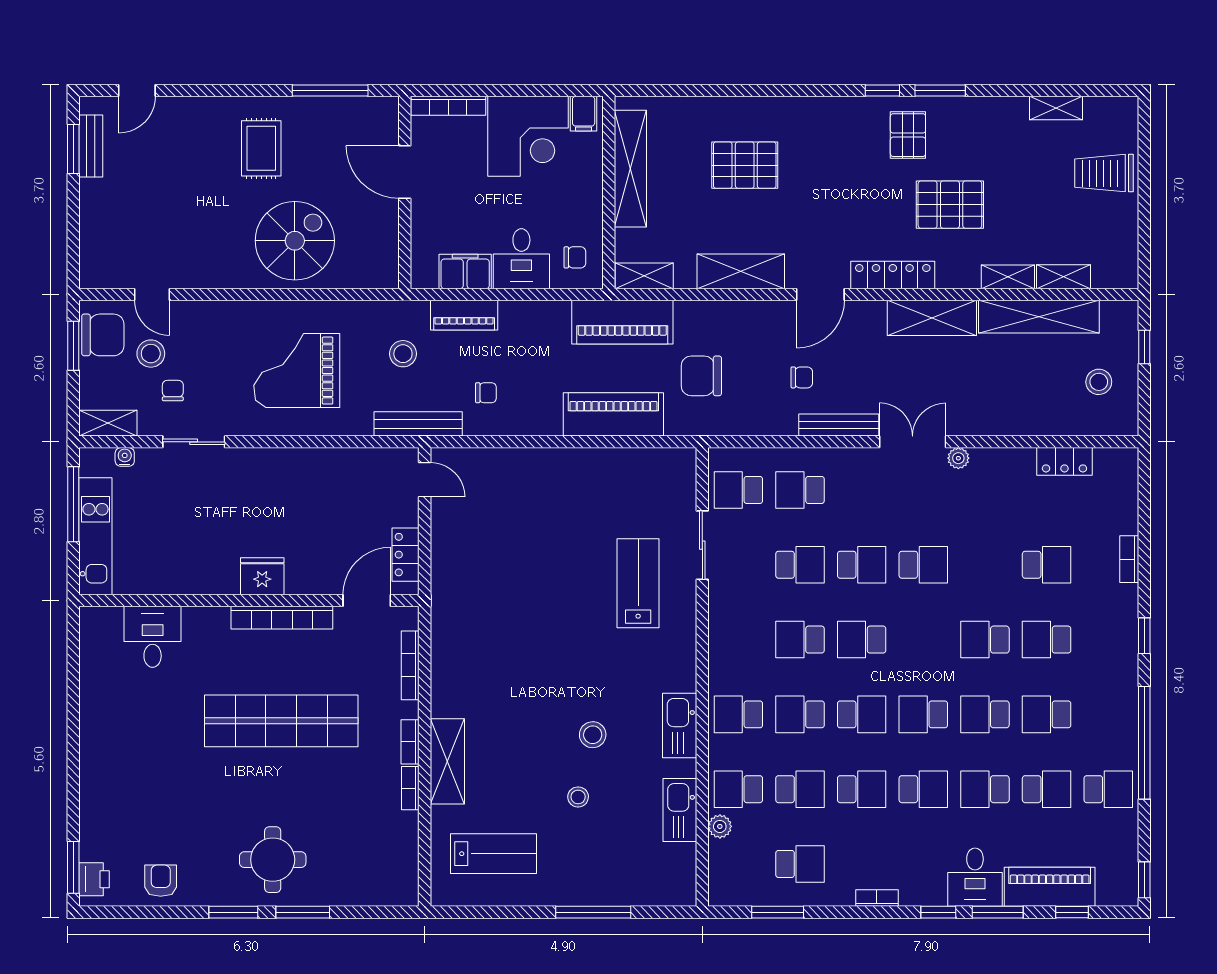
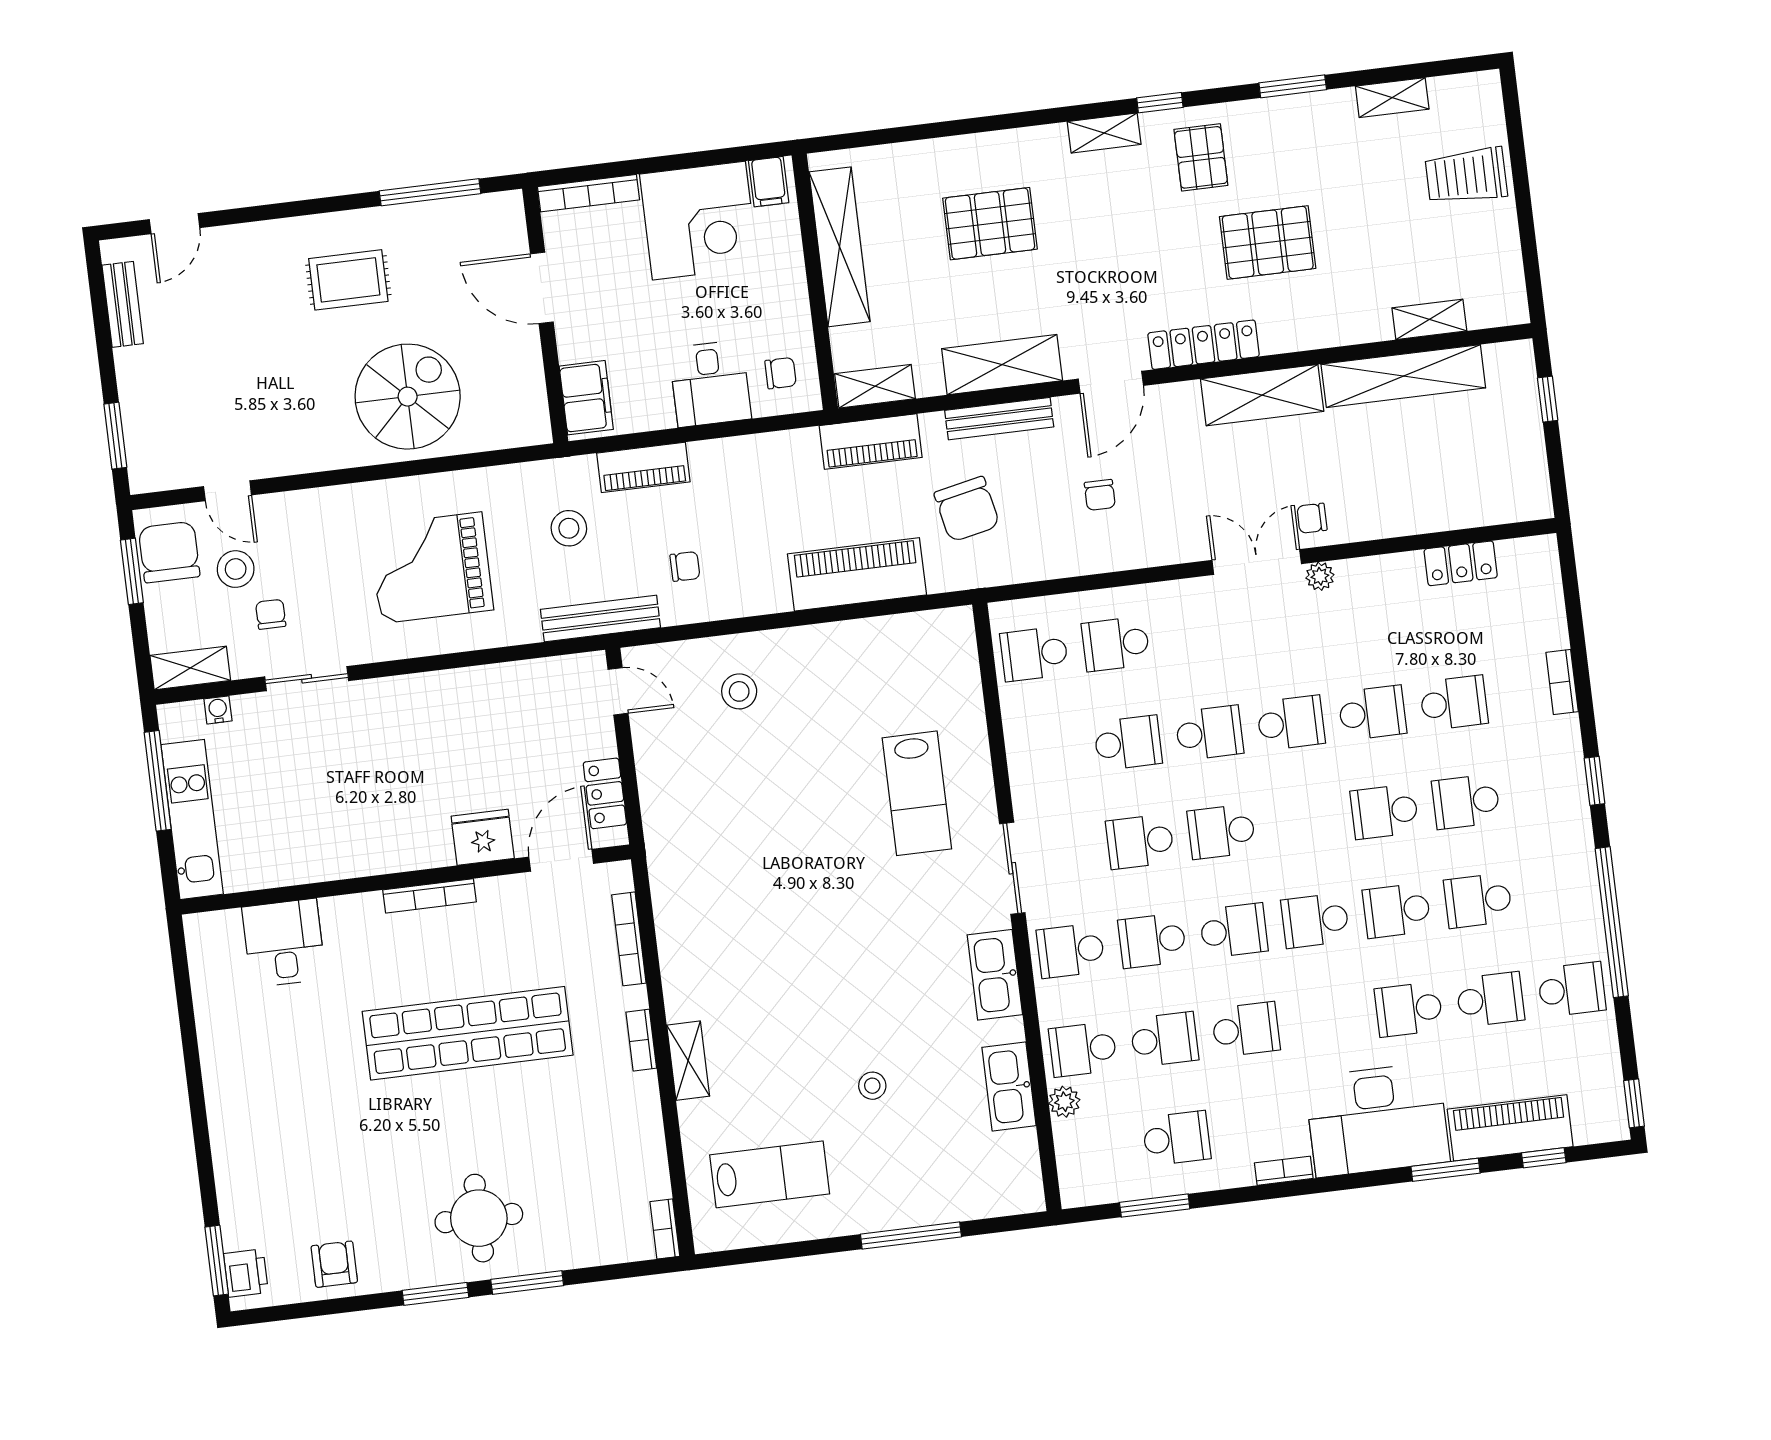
window: (940, 90) -> (1293, 86), moved
rug: (261, 148) -> (348, 280), turned 90
window: (73, 149) -> (115, 436), moved
filing cabinet: (465, 271) -> (586, 398), moved, turned 90
shelving: (1008, 277) -> (1104, 133), moved
piano: (622, 322) -> (871, 442), width x0.73, depth x0.75
chair: (103, 335) -> (169, 552), turned -90
chair: (701, 376) -> (967, 509), turned -102
chair: (802, 377) -> (1100, 495), turned 90
stool: (1099, 382) -> (1493, 453), removed
chair: (958, 414) -> (1312, 518), added
bench: (839, 425) -> (999, 419), moved
sliding door: (702, 545) -> (1012, 868), moved
fridge: (262, 576) -> (483, 837), moved
lab bench: (638, 583) -> (917, 793), turned 180
bookcase: (282, 618) -> (429, 896), width x0.68, depth x0.76
stool: (593, 735) -> (739, 691), moved
shelving: (447, 761) -> (688, 1061), width x0.67, depth x0.75
bookcase: (410, 788) -> (665, 1229), moved
school desk: (923, 789) -> (1372, 713), moved
desk: (975, 877) -> (1377, 1120), width x1.87, depth x1.30
window: (938, 912) -> (1367, 1179), removed

